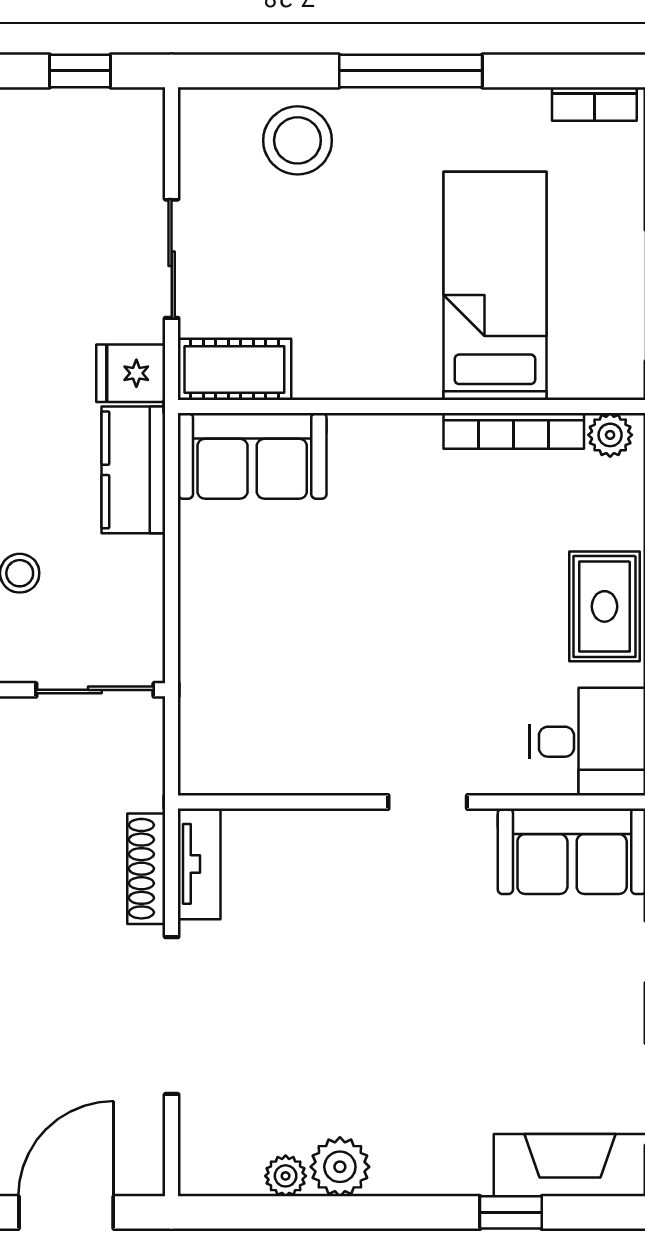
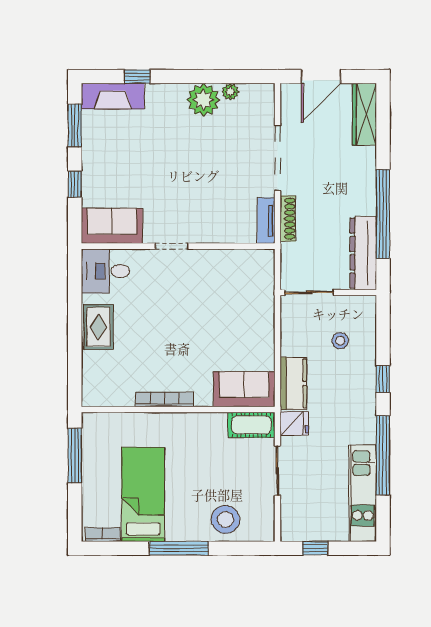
bed: (495, 286) -> (143, 494), moved, turned 180
bookcase: (514, 431) -> (165, 399), moved
plant: (610, 435) -> (96, 398), removed
plant: (340, 1167) -> (203, 100), width x1.36, depth x1.36

